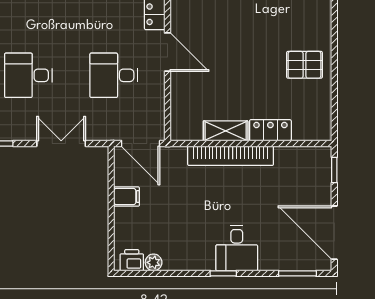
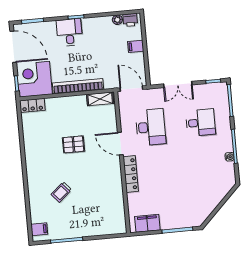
pallet: (304, 65) -> (73, 144), moved
desk: (114, 75) -> (151, 127), width x1.37
locker: (270, 130) -> (32, 105), moved
shelving: (226, 131) -> (100, 99), moved
corner desk: (303, 174) -> (34, 79), added
filing cabinet: (127, 197) -> (136, 46), moved

